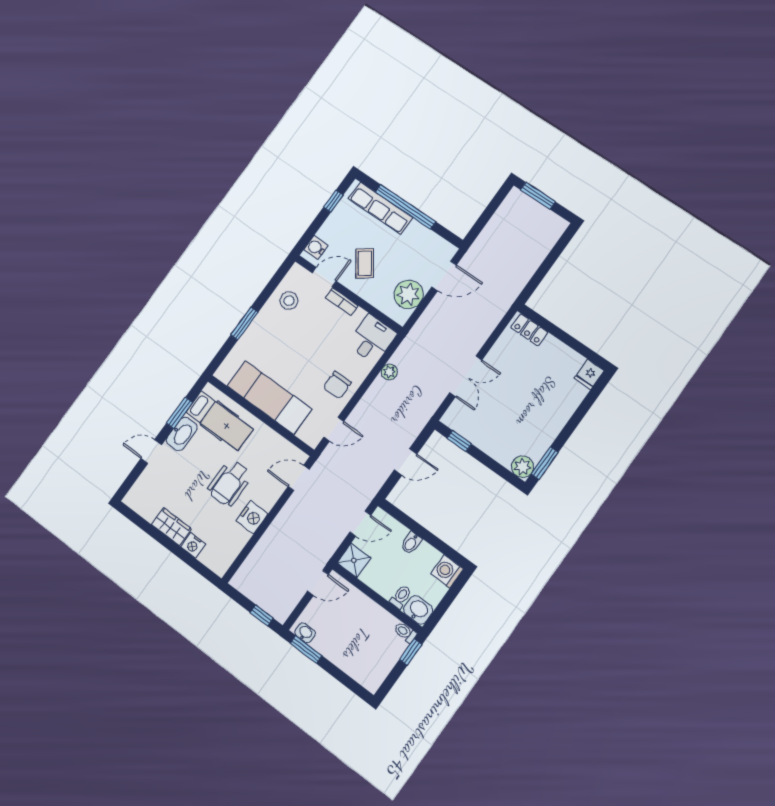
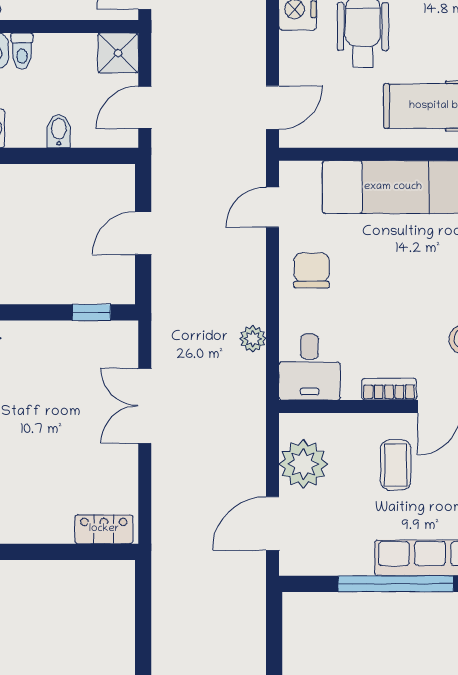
coffee table: (365, 263) -> (396, 465), turned 36

